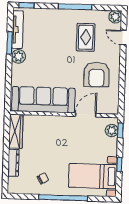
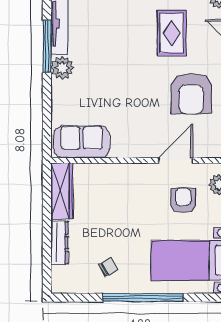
window: (10, 43) -> (47, 46), width x1.44
sofa: (43, 100) -> (82, 142), width x0.54, depth x0.79
armchair: (90, 139) -> (183, 200), added

